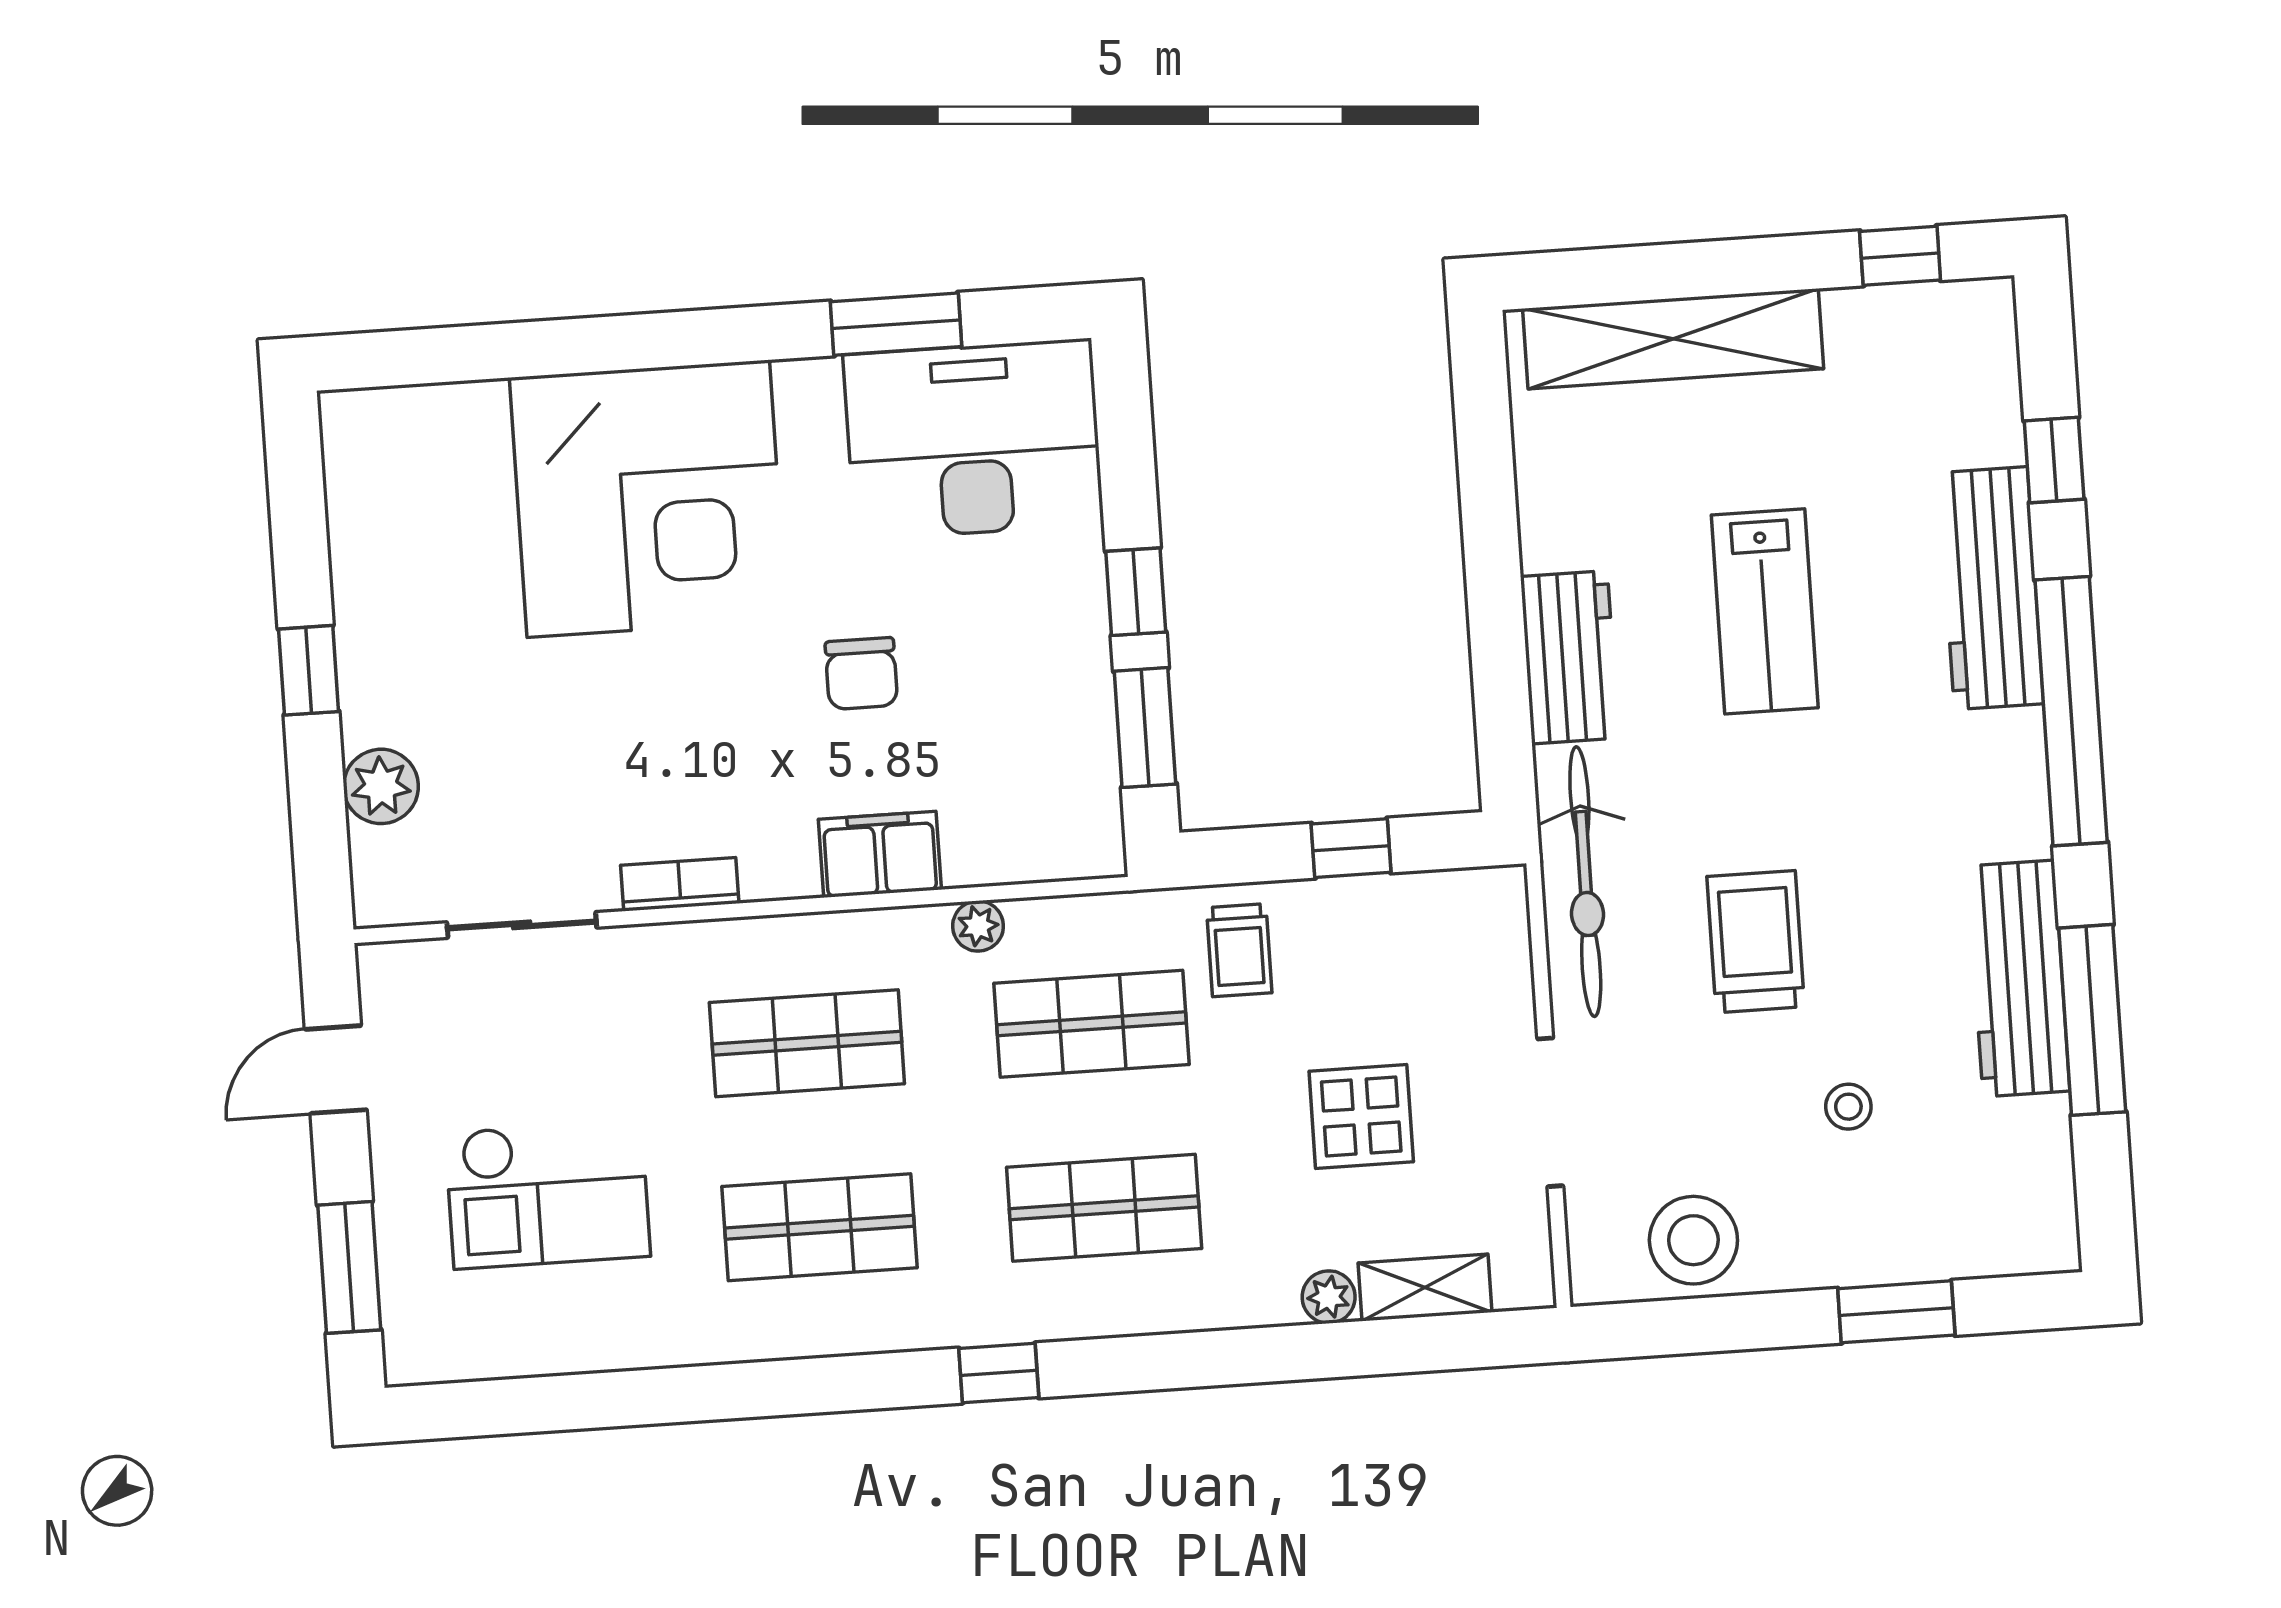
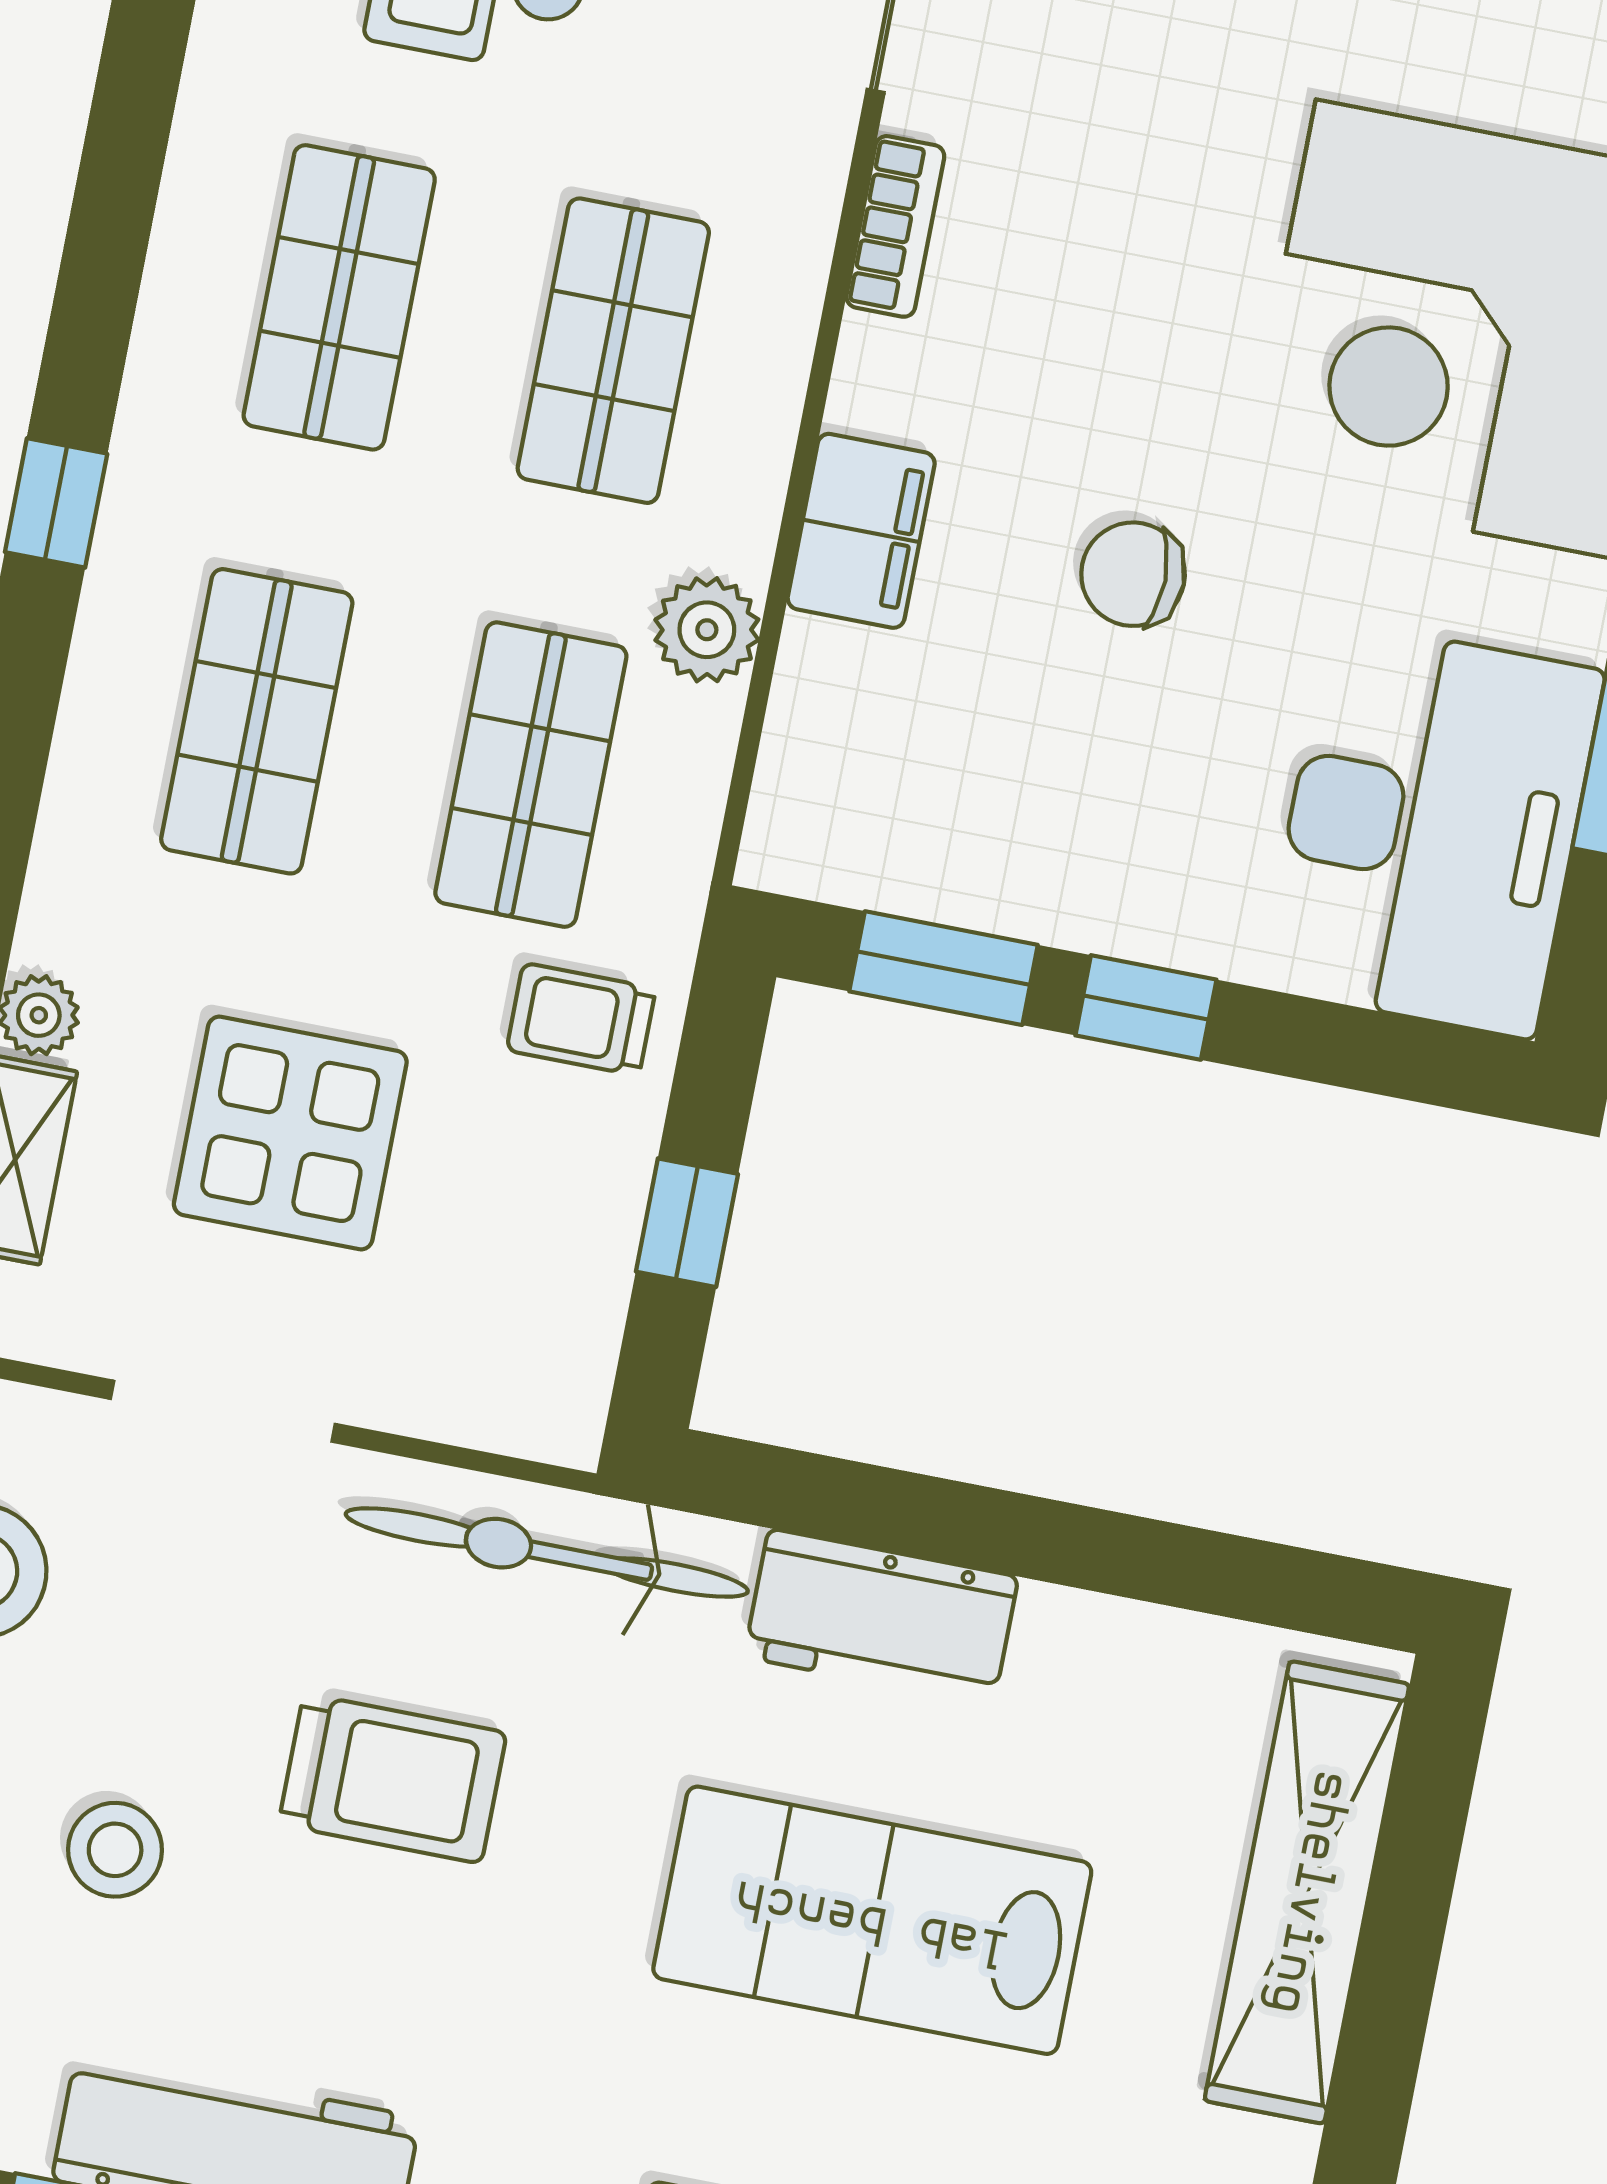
lab bench: (1765, 611) -> (872, 1920), width x1.36, depth x1.39
plant: (978, 926) -> (707, 630), width x1.38, depth x1.38
stool: (1848, 1107) -> (115, 1850), width x1.37, depth x1.37
display table: (1361, 1117) -> (290, 1133), width x1.36, depth x1.36

